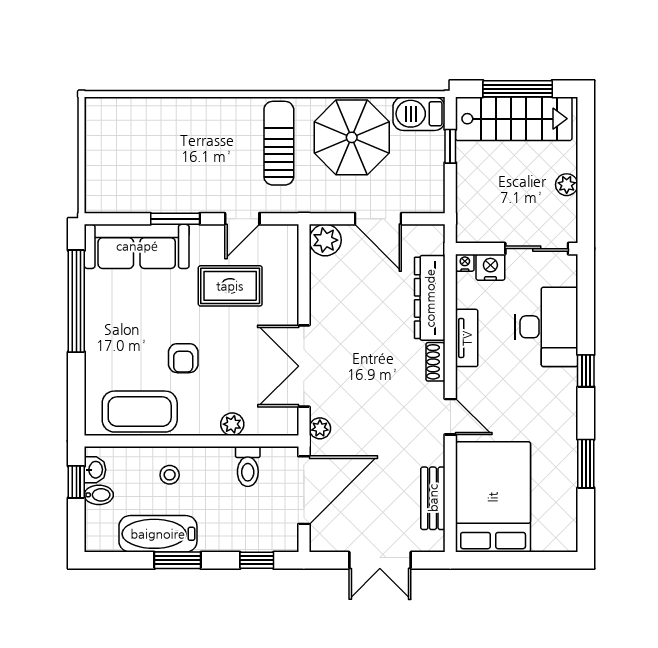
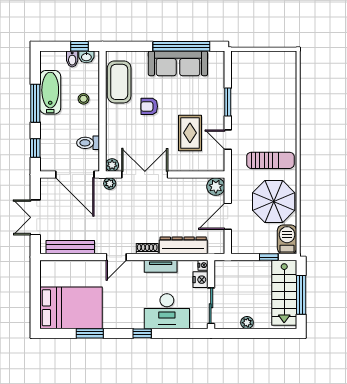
sofa: (137, 246) -> (178, 63), moved, turned -90
plant: (232, 424) -> (112, 165), moved
bed: (493, 497) -> (71, 308), moved
bench: (433, 498) -> (70, 247), width x1.36
window: (178, 560) -> (35, 103), width x1.44

